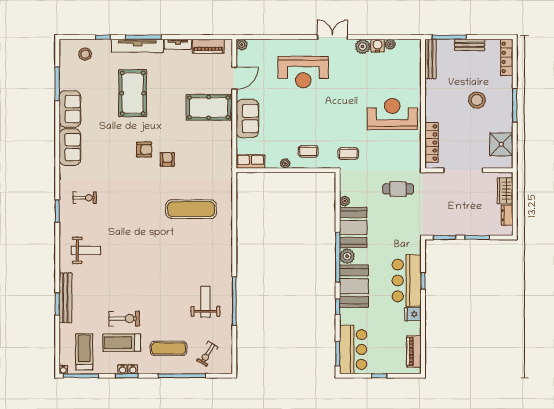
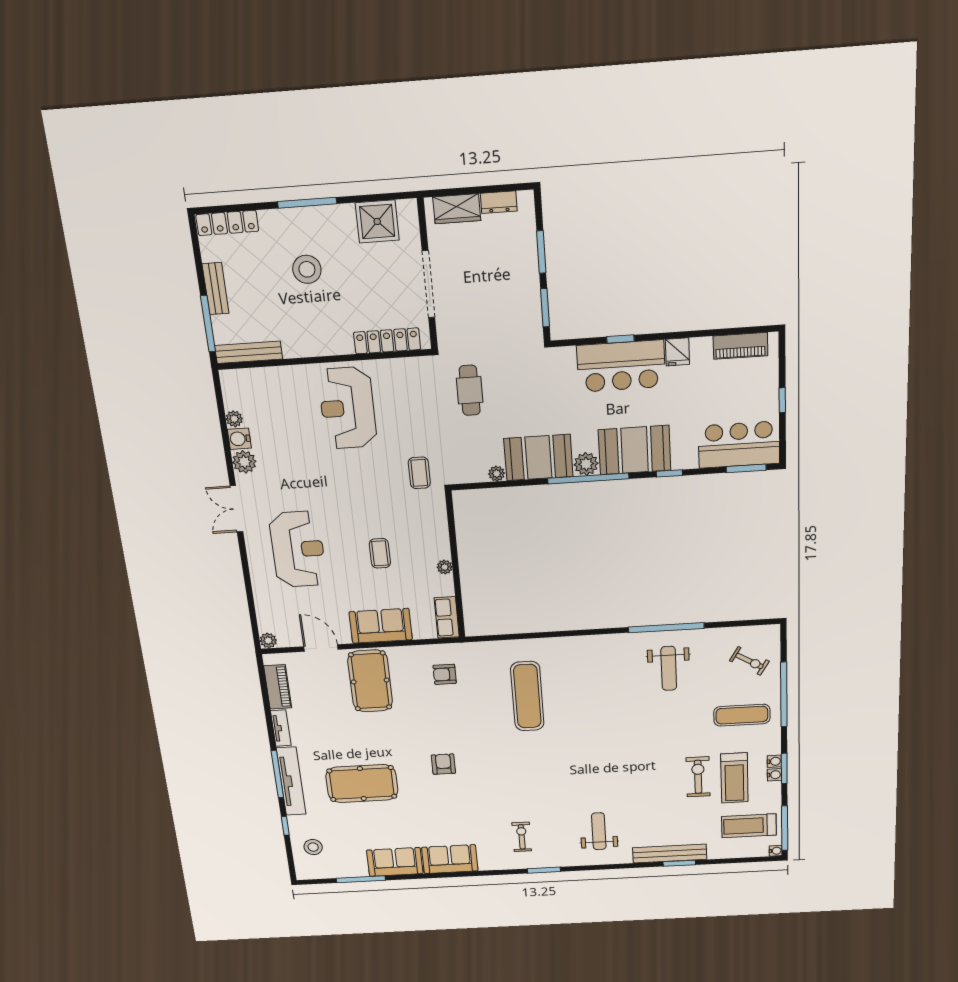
coffee table: (308, 151) -> (380, 553), moved
armchair: (167, 159) -> (445, 674), moved
weight bench: (205, 302) -> (669, 668), turned -90
exercise mat: (168, 348) -> (742, 715), turned 90

